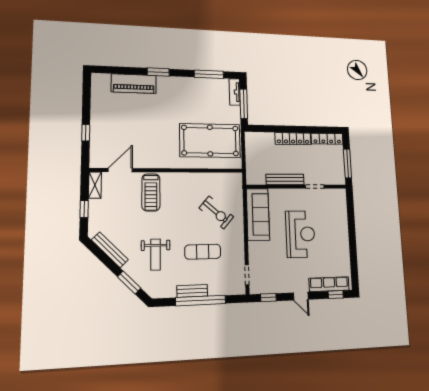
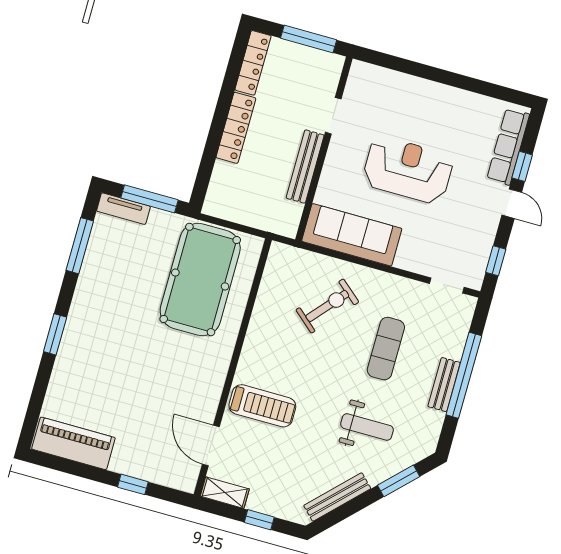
piano: (134, 84) -> (73, 443), moved, turned -90
window: (336, 295) -> (522, 166), moved
door: (301, 296) -> (512, 204), hinge flipped

